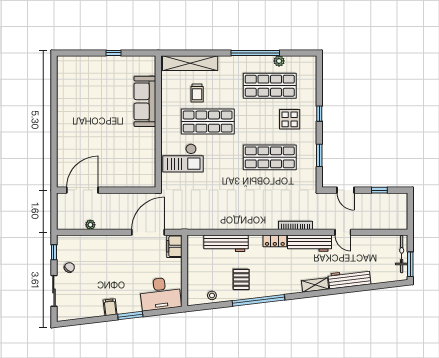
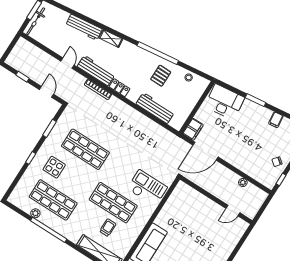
door: (82, 190) -> (233, 211), width x0.53
filing cabinet: (110, 307) -> (276, 120), moved

